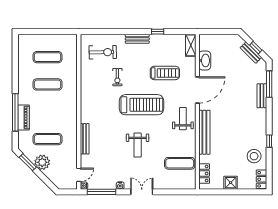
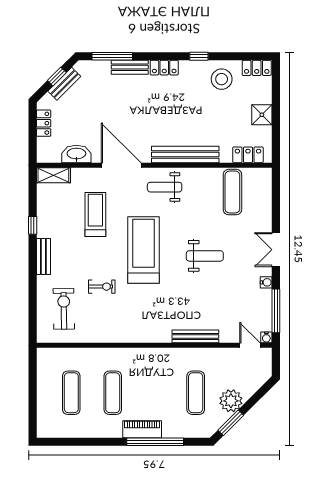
locker: (225, 39) -> (44, 123), added
piano: (24, 117) -> (142, 429), moved
locker: (262, 118) -> (164, 68), added

